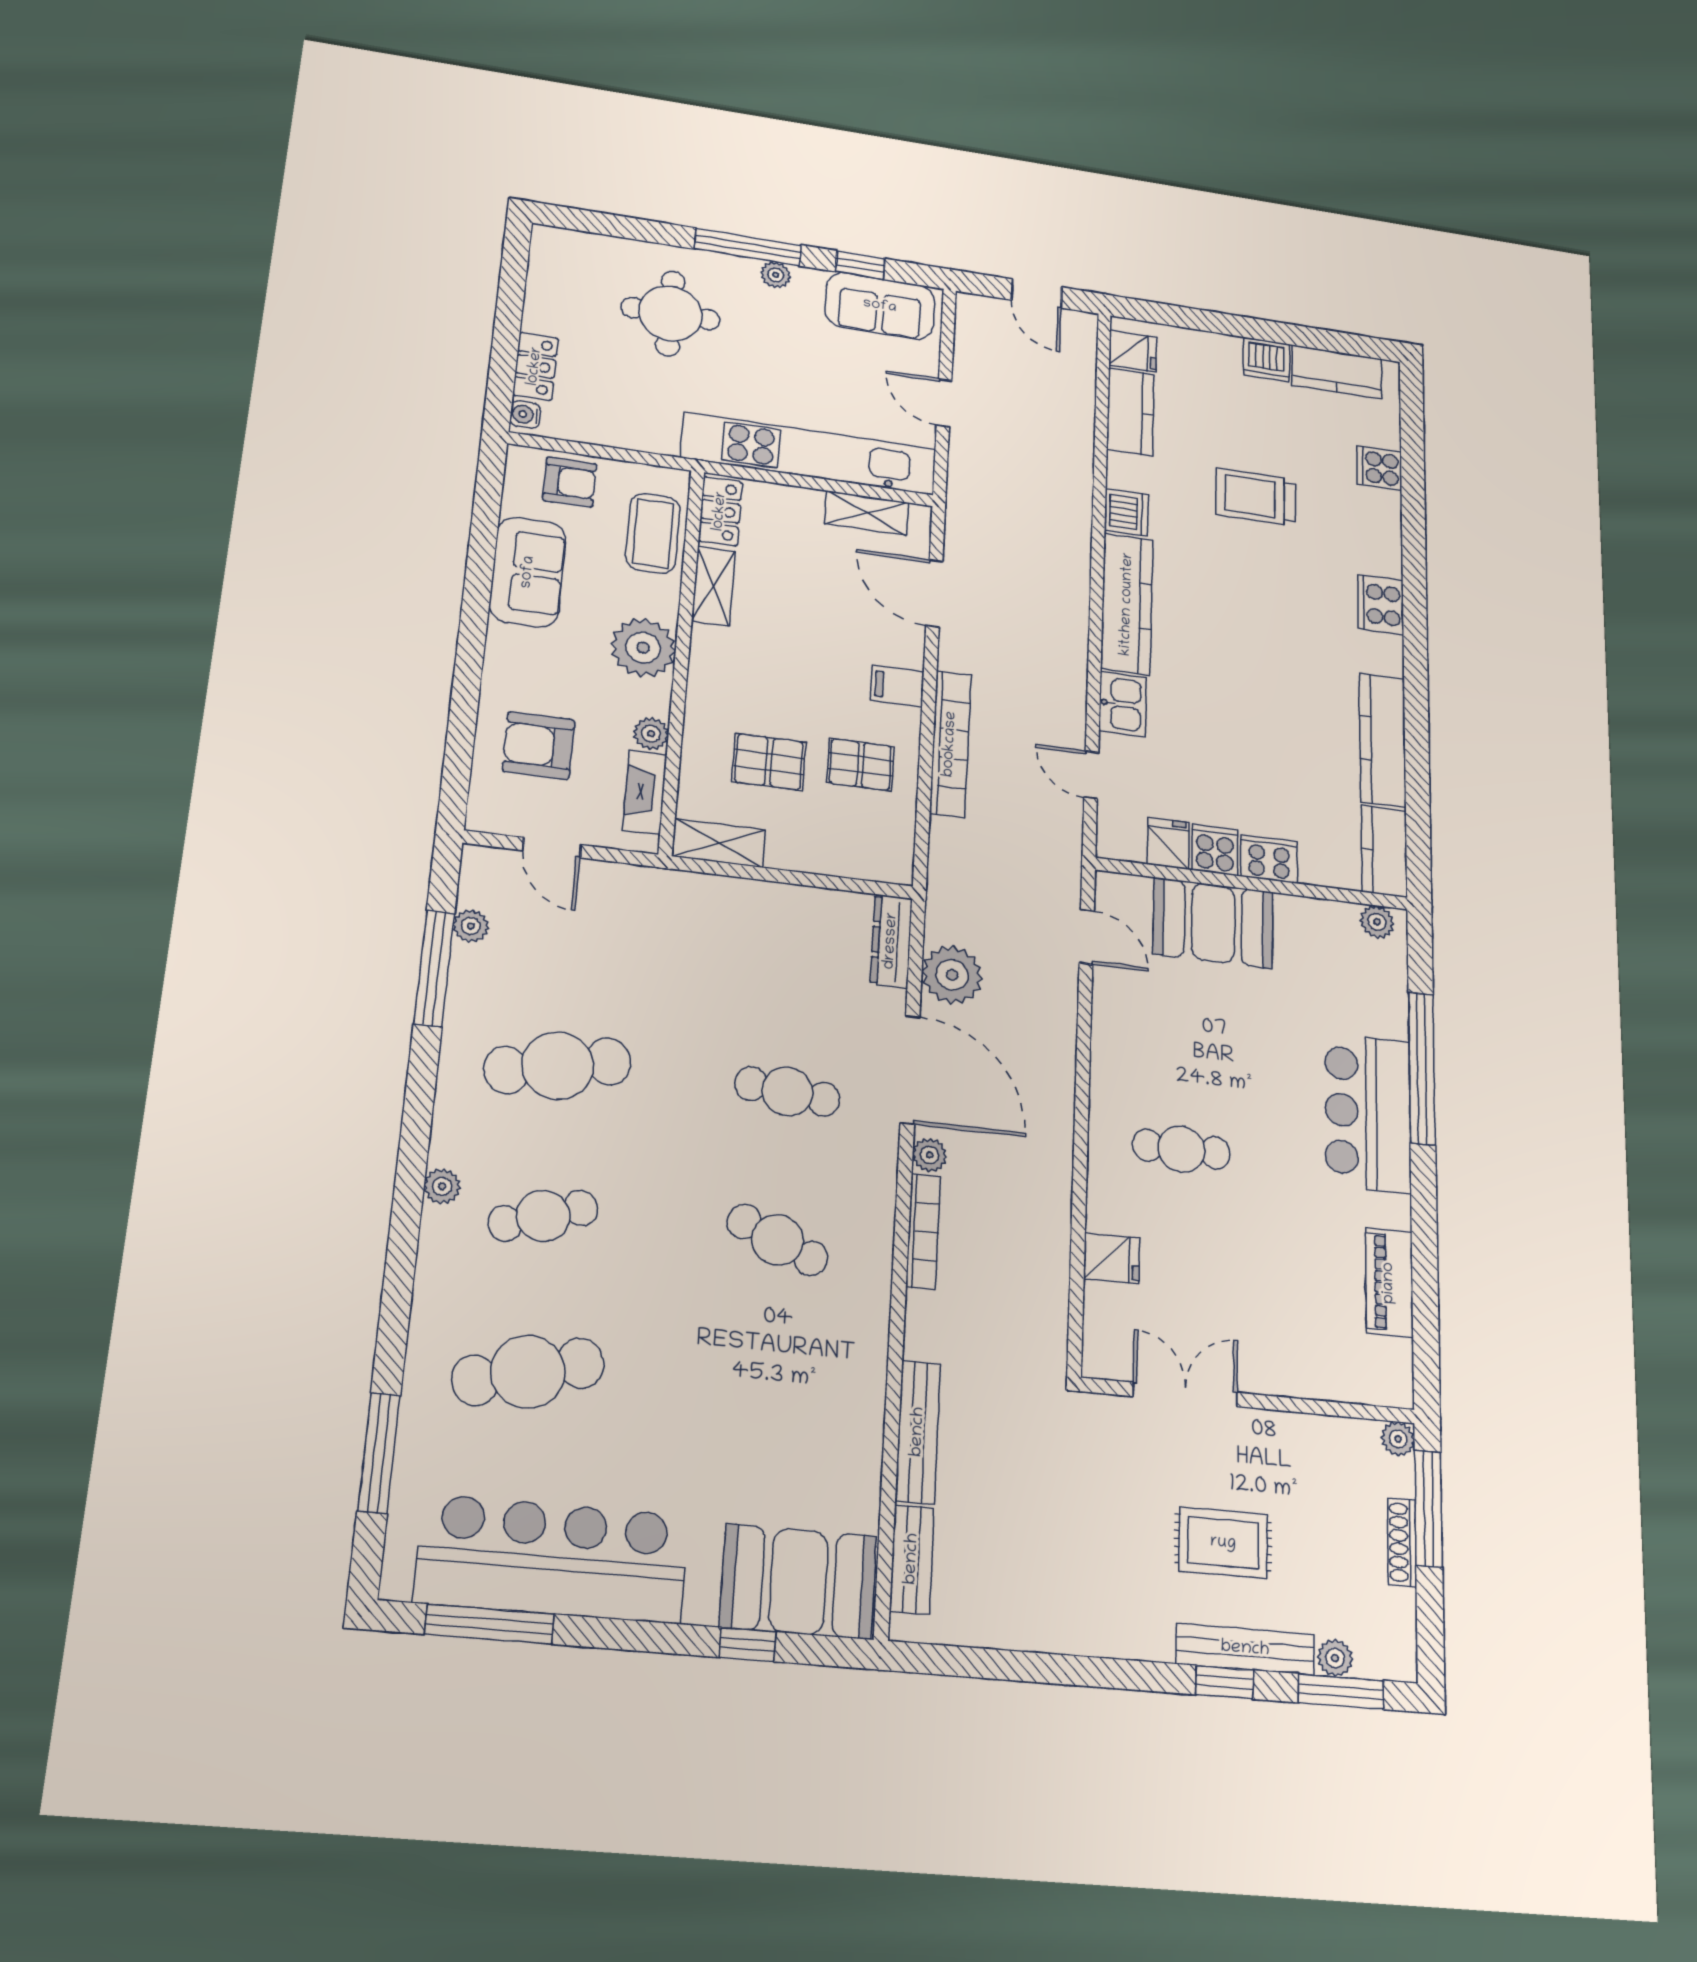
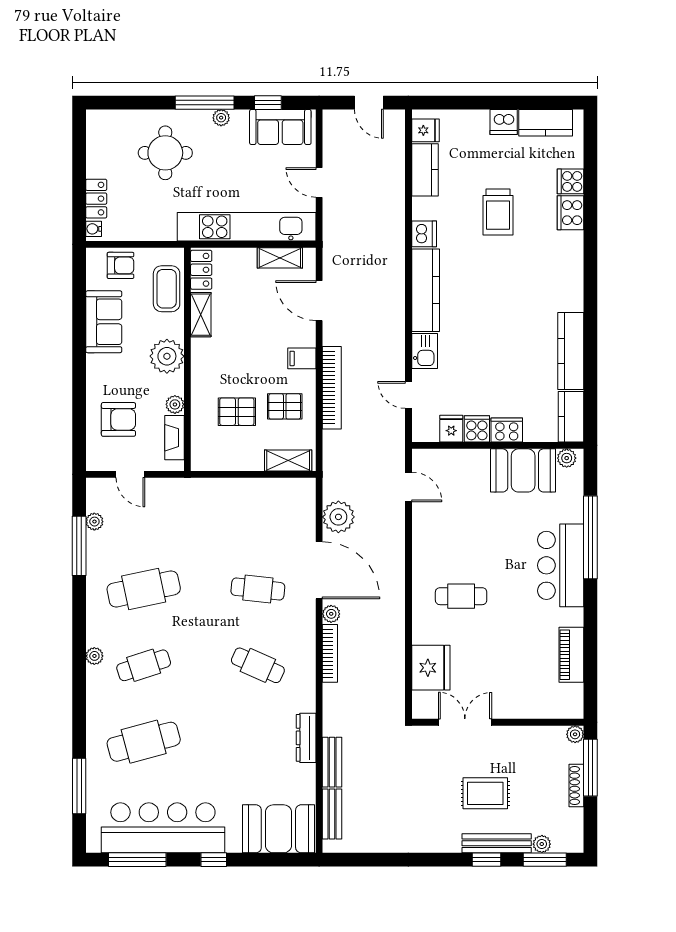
trolley: (1256, 497) -> (498, 212), turned -90
cooker: (1381, 605) -> (571, 213), moved
armchair: (538, 746) -> (118, 419), turned 180
shelving: (719, 843) -> (288, 461), moved
booth: (1213, 923) -> (523, 470), moved
dresser: (891, 941) -> (306, 738), moved
fridge: (1112, 1258) -> (431, 668), width x1.88, depth x1.34
bench: (918, 1432) -> (332, 762), width x0.73
window: (748, 1645) -> (214, 860), moved

